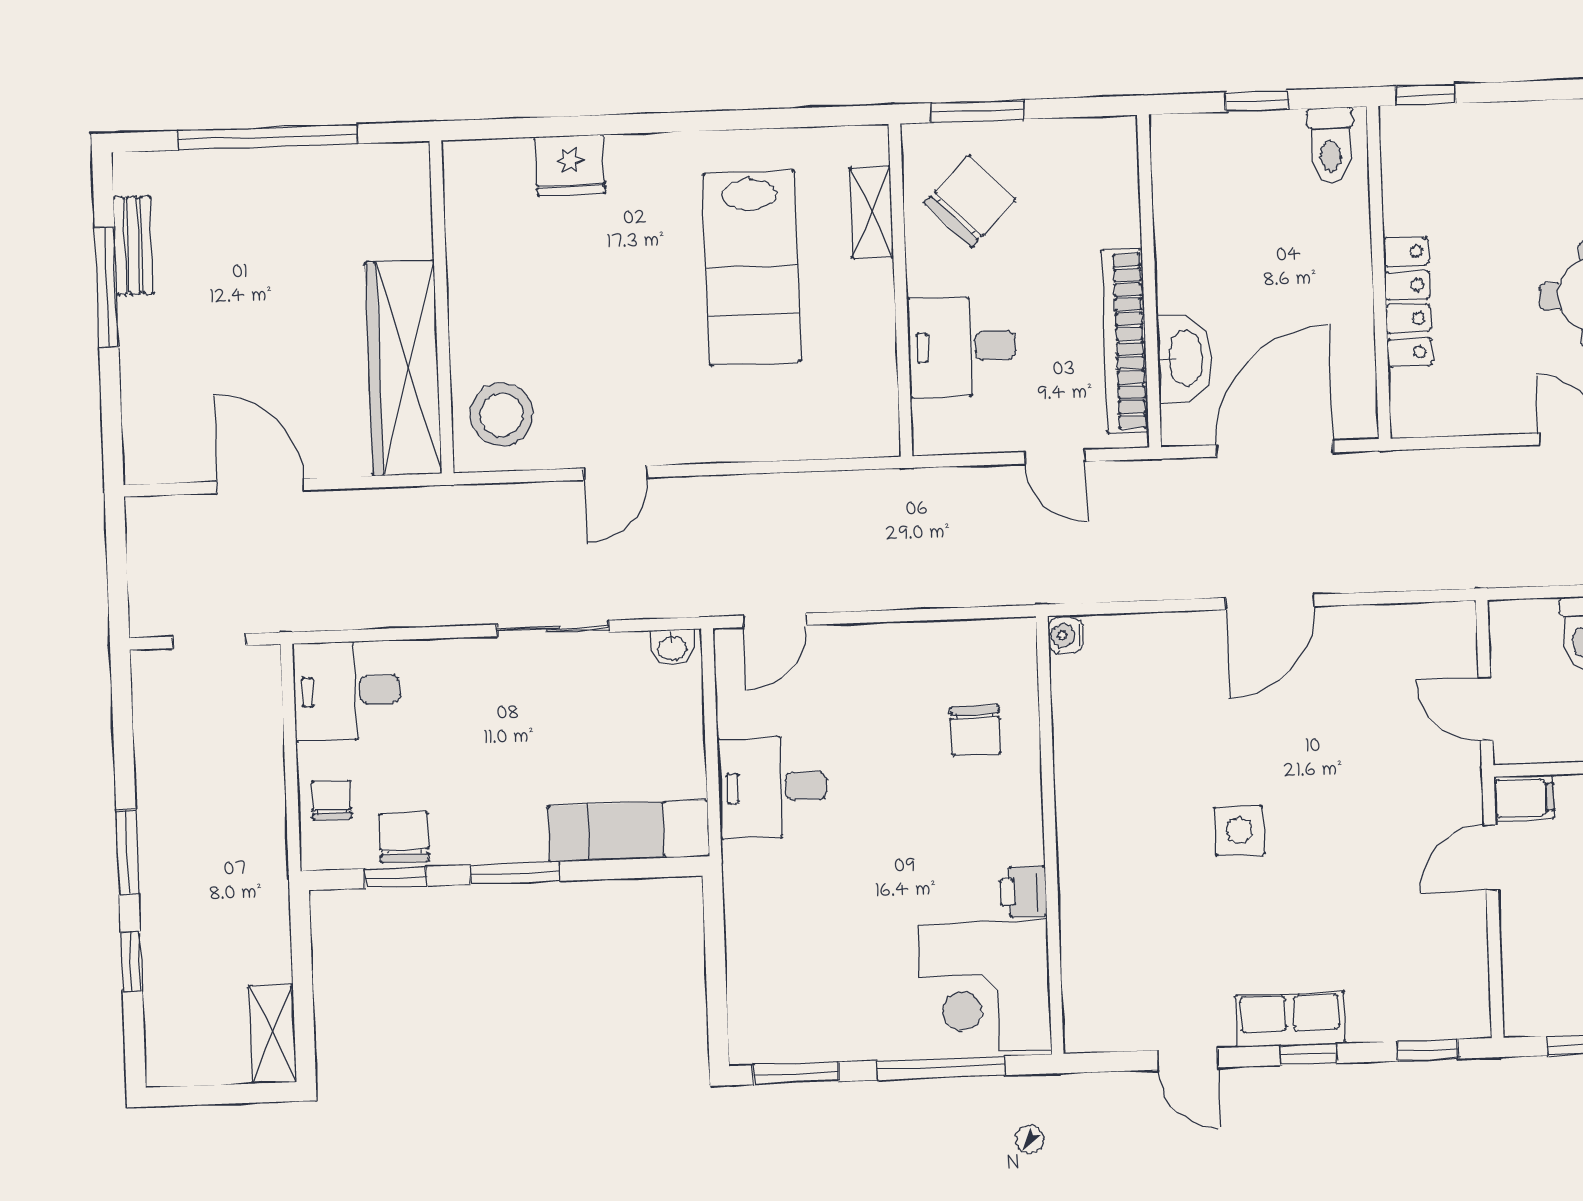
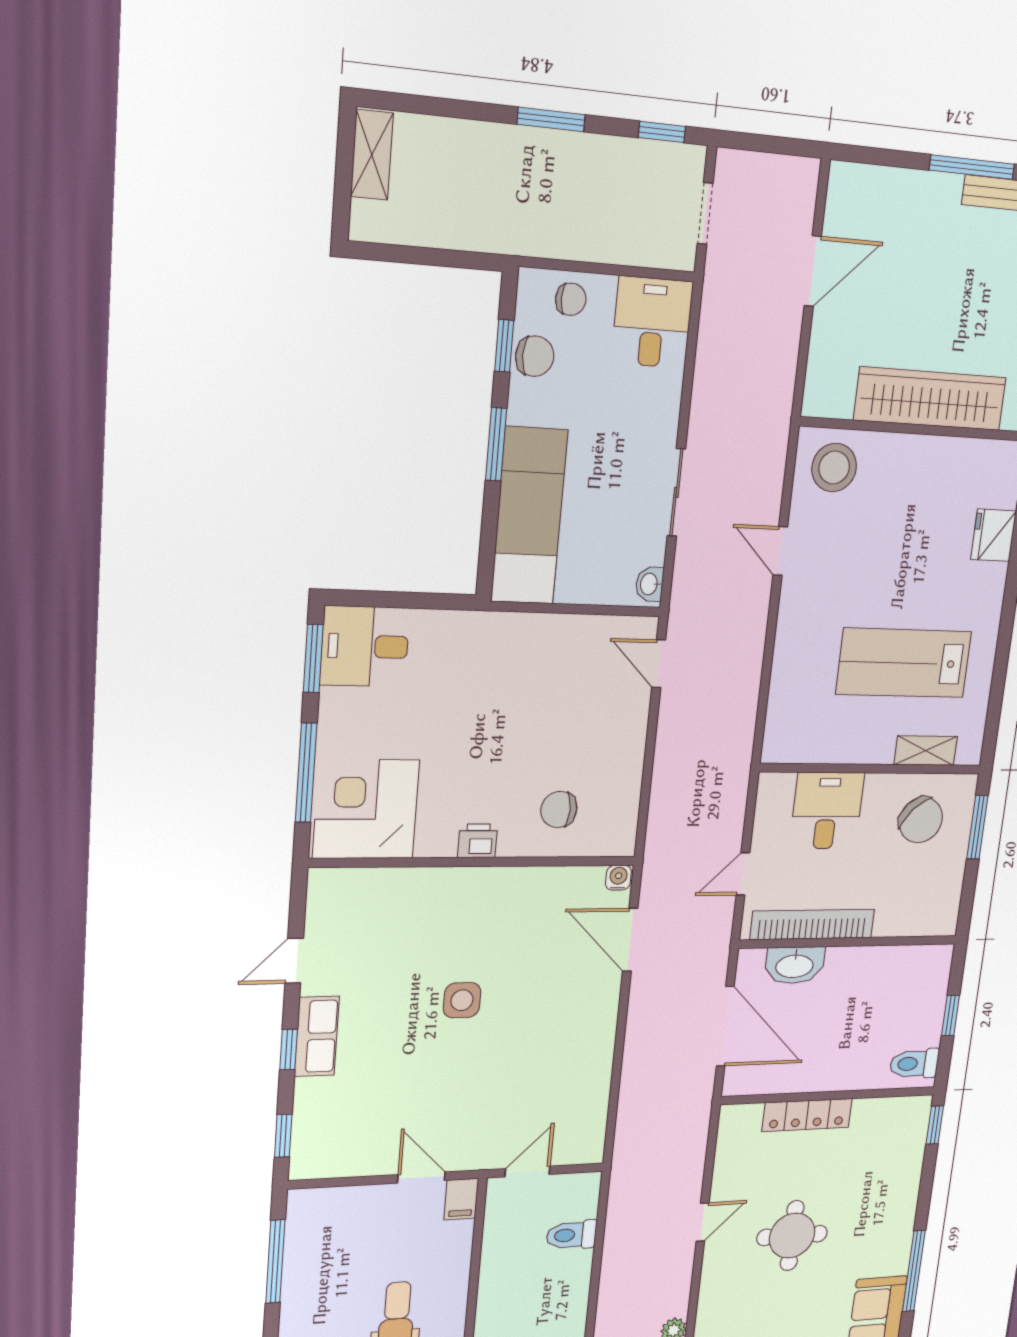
wardrobe: (403, 368) -> (930, 399), moved
door: (1270, 602) -> (630, 940), moved
desk: (773, 787) -> (365, 646), moved, turned -90
exam couch: (629, 831) -> (529, 516), width x1.36, depth x1.45
printer: (1023, 892) -> (478, 841), moved
window: (131, 962) -> (662, 132), moved
shelving: (273, 1034) -> (372, 155), moved, turned 90

